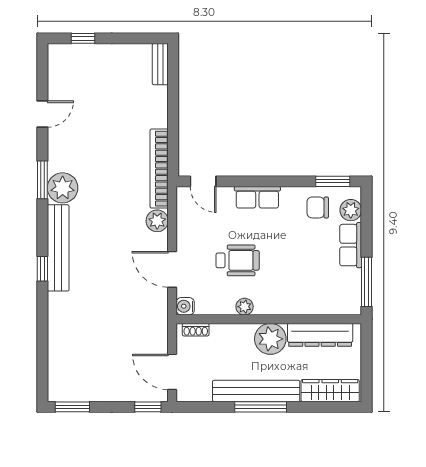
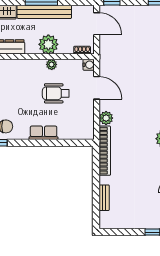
bench: (160, 64) -> (104, 198), moved
door: (203, 181) -> (77, 143), removed
plant: (270, 339) -> (48, 44), moved

